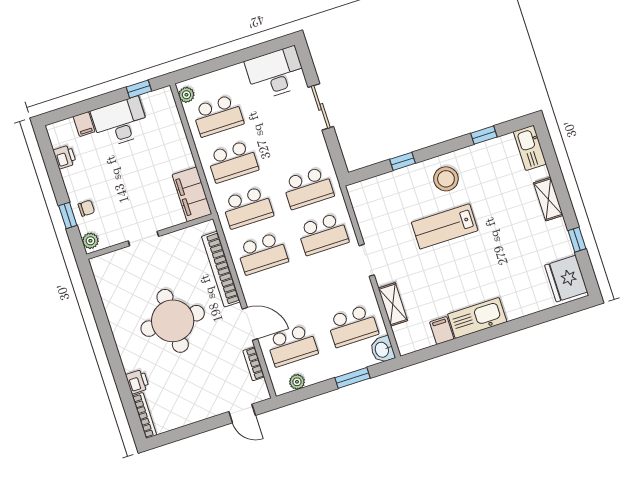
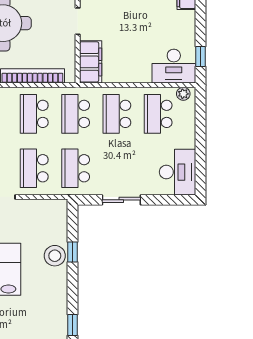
sliding door: (321, 107) -> (121, 200), moved
desk: (120, 122) -> (174, 66), moved, turned 90
stool: (446, 179) -> (55, 256), moved
filing cabinet: (192, 194) -> (91, 62), moved, turned 90

